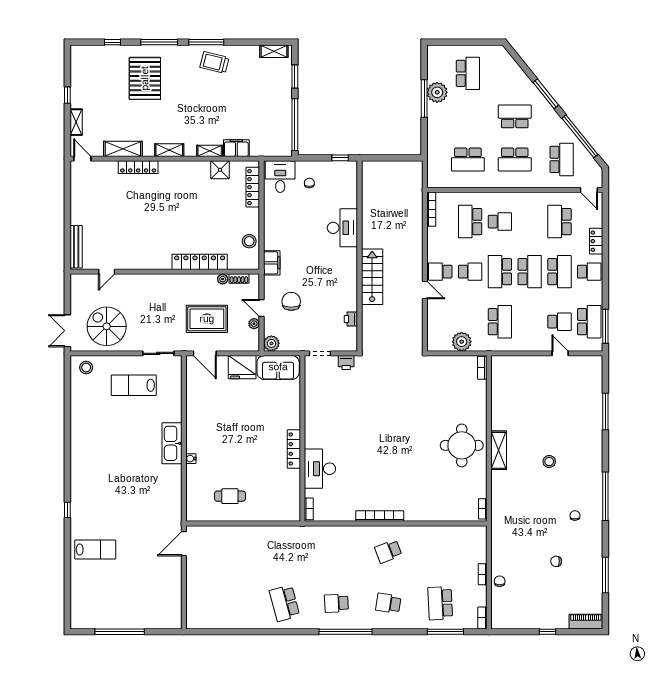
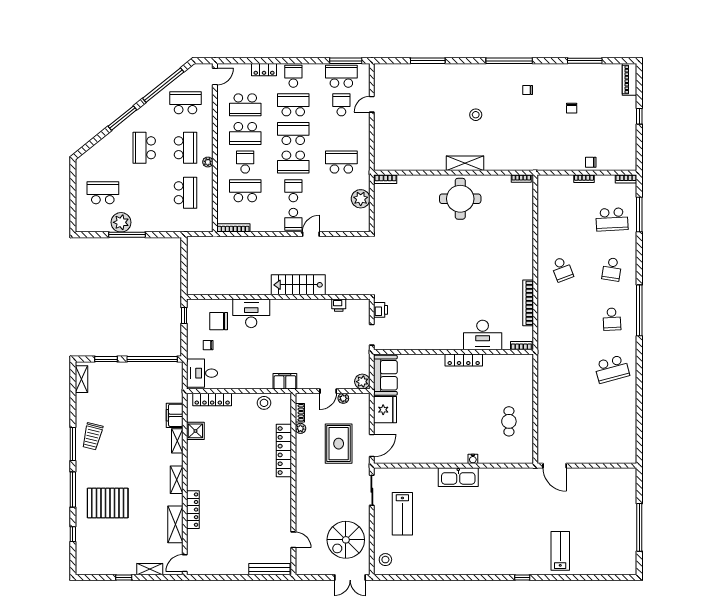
plant: (500, 183) -> (208, 162), added
school desk: (470, 222) -> (245, 191), turned 180
school desk: (530, 222) -> (245, 133), added
chair: (291, 301) -> (219, 321), moved
bookcase: (380, 516) -> (528, 303), moved

